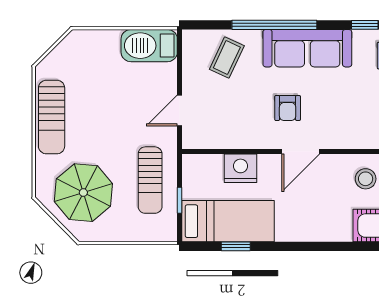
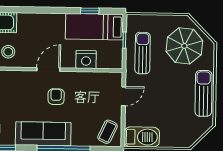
coffee table: (227, 58) -> (108, 132), moved

